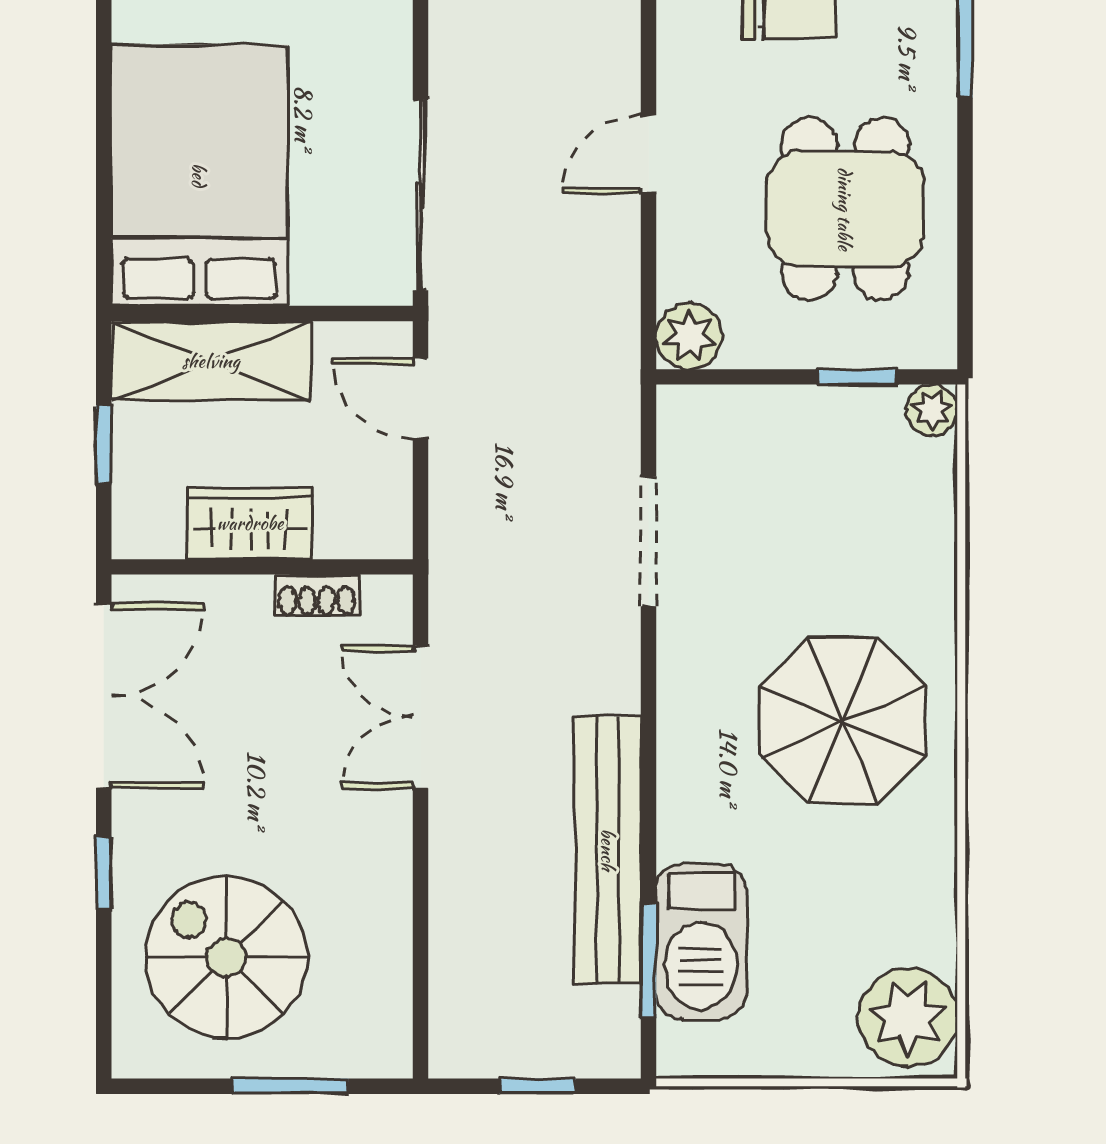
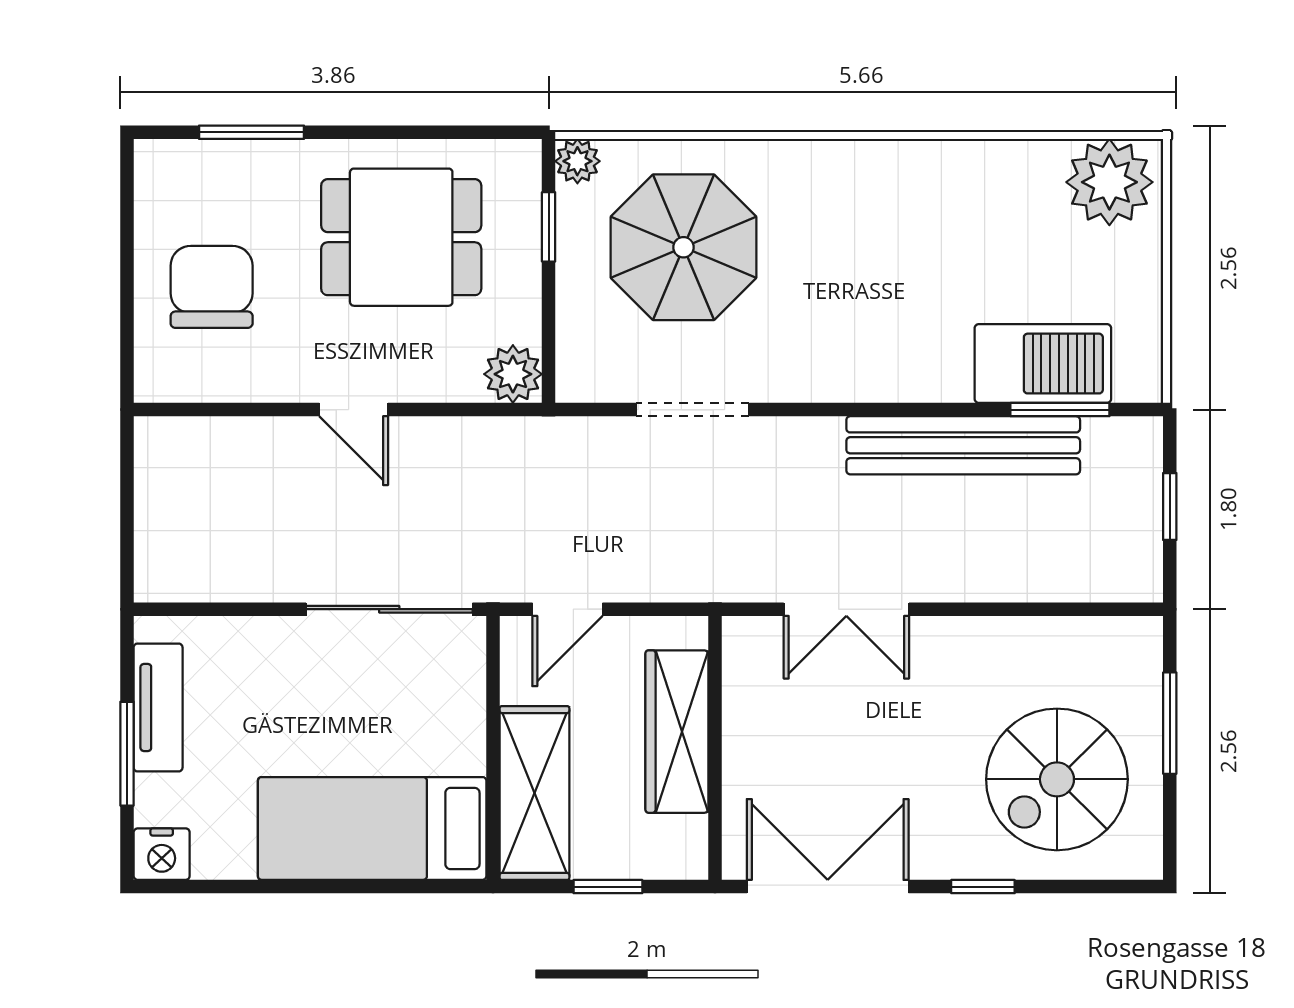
bed: (199, 175) -> (372, 828), width x0.67
wardrobe: (250, 523) -> (677, 732), width x1.50
shoe rack: (317, 595) -> (740, 700), removed
parasol: (843, 721) -> (683, 247), moved

